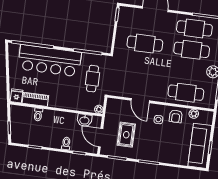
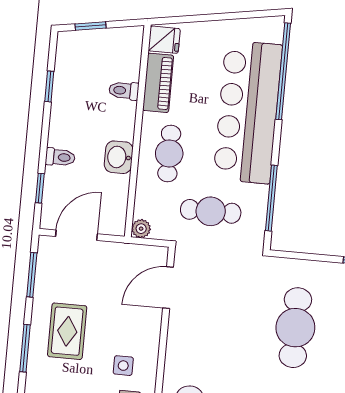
cafe table: (66, 96) -> (169, 153), added
door: (140, 101) -> (168, 288), moved
washbasin: (84, 120) -> (119, 157), moved
rug: (126, 135) -> (67, 331), moved, turned 90

